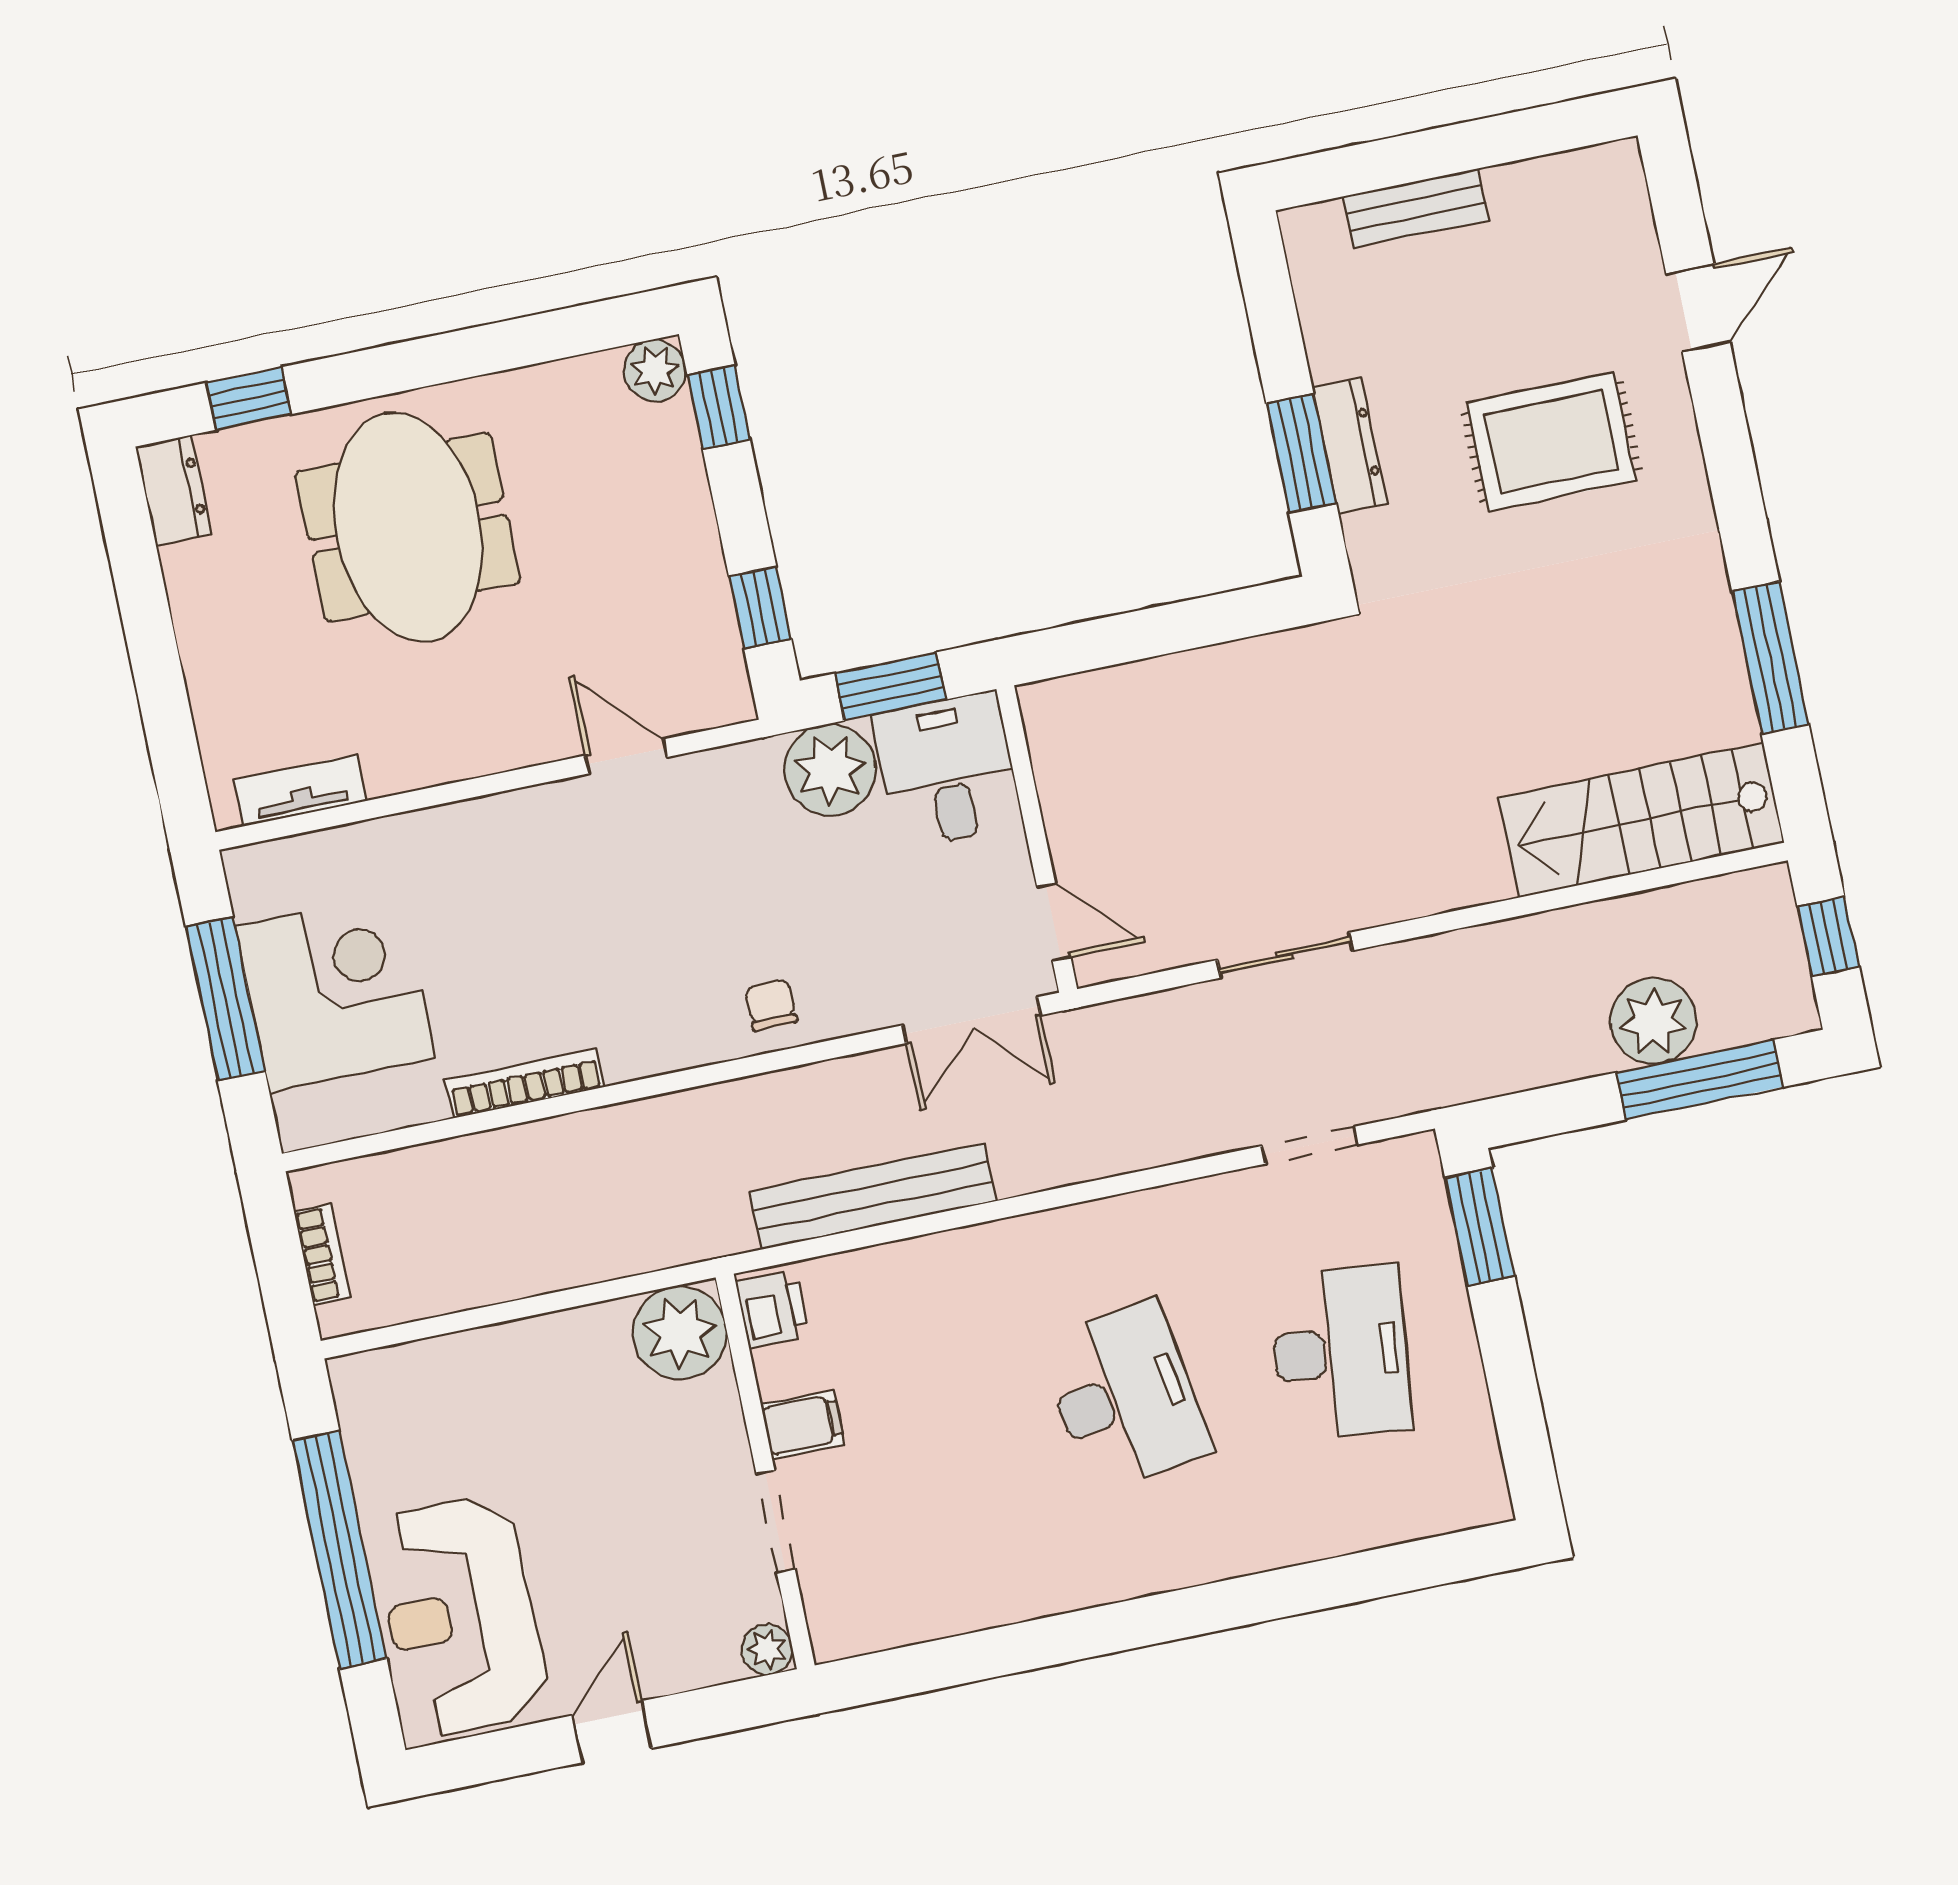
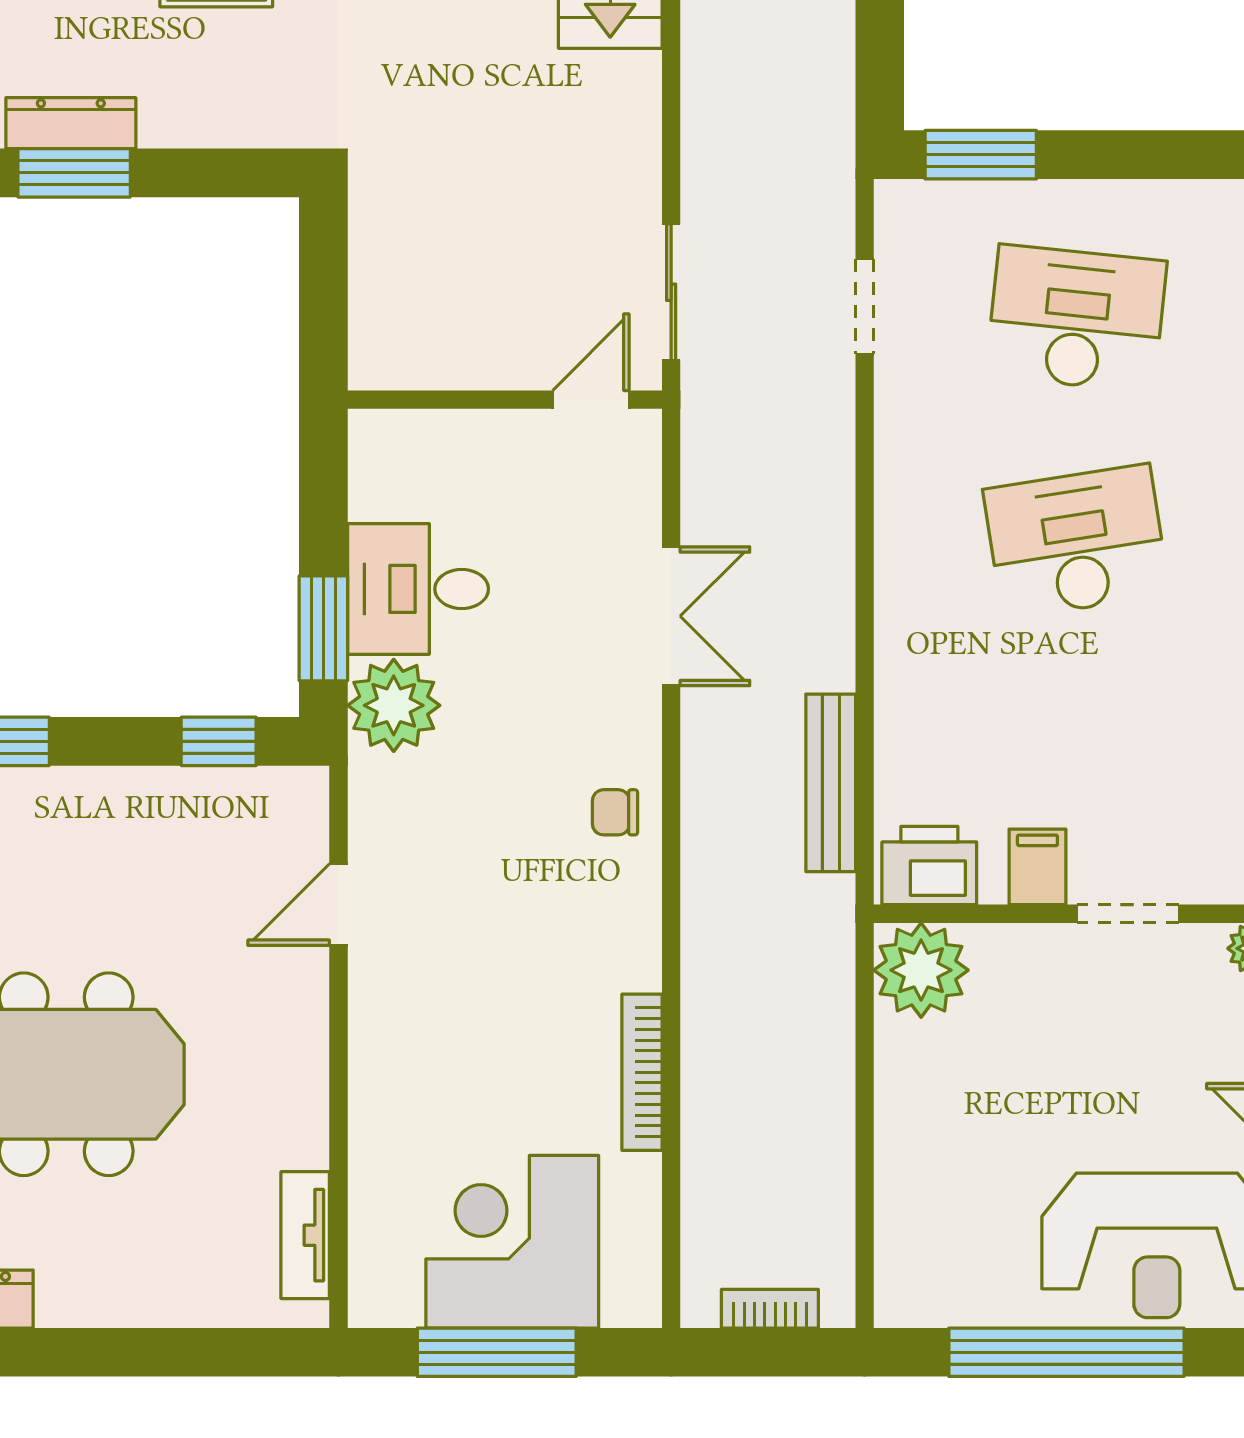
dresser: (1350, 446) -> (71, 123), moved
window: (1301, 453) -> (74, 173), moved
wall: (1037, 839) -> (505, 400), moved
door: (1054, 922) -> (591, 400), moved
bench: (873, 1196) -> (831, 783), width x0.73, depth x0.82
printer: (773, 1309) -> (929, 865), width x1.36, depth x1.24

